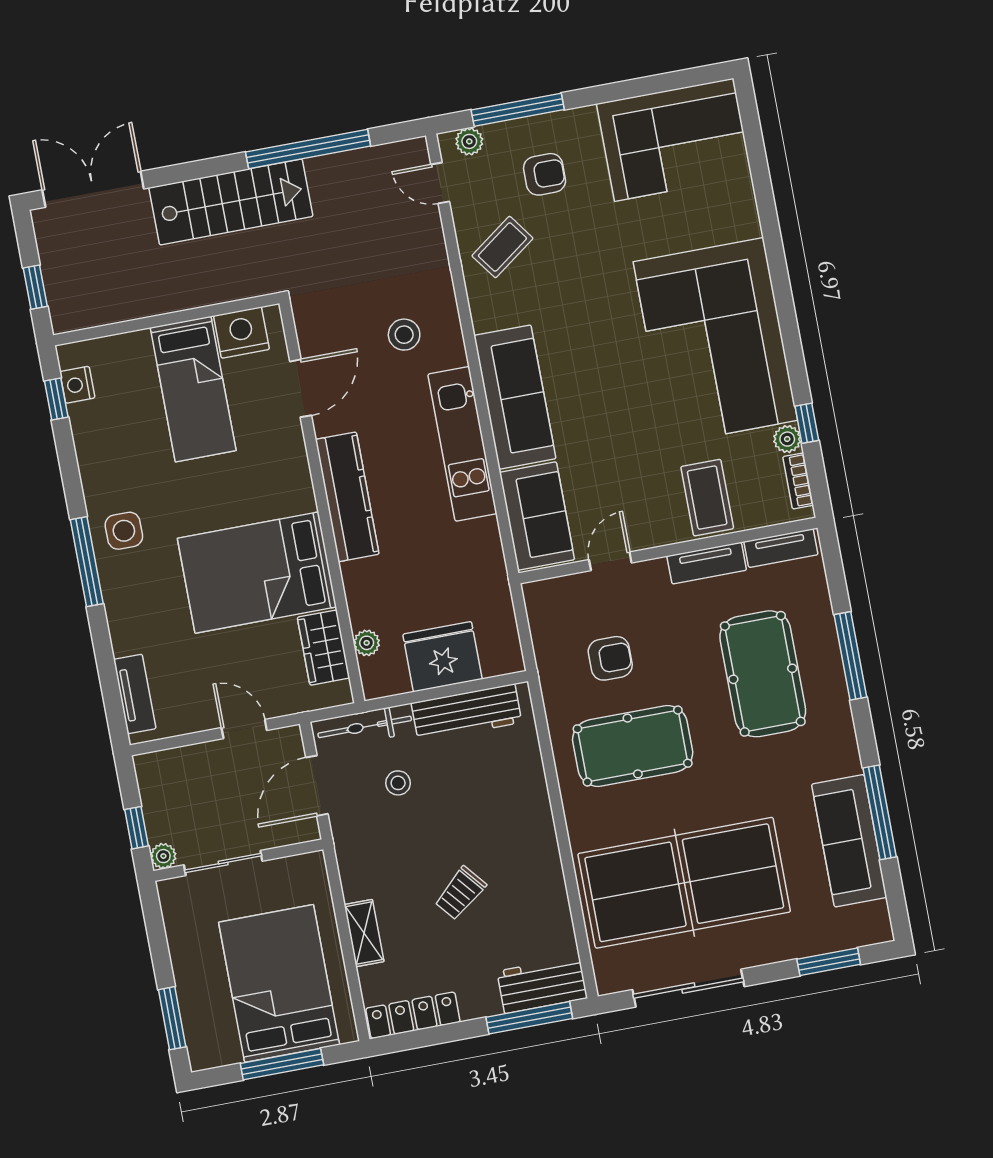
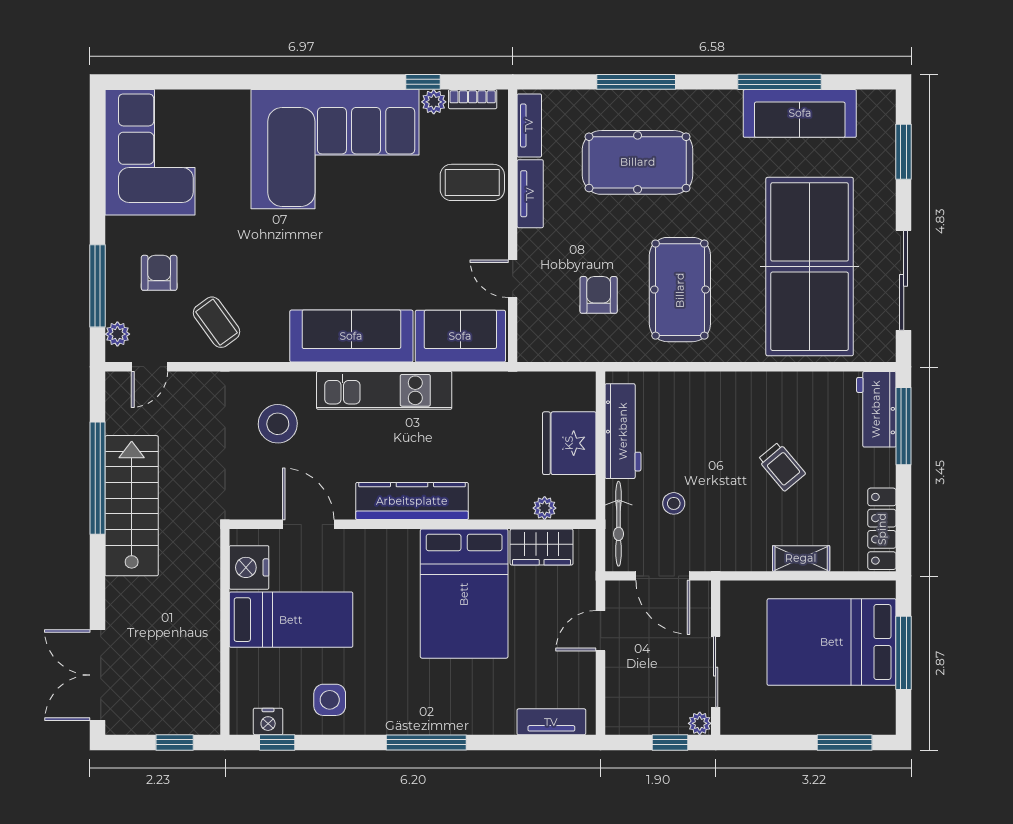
stairs: (231, 202) -> (132, 506), moved
stool: (404, 335) -> (278, 424), width x1.38, depth x1.38
side table: (124, 531) -> (330, 700), moved

